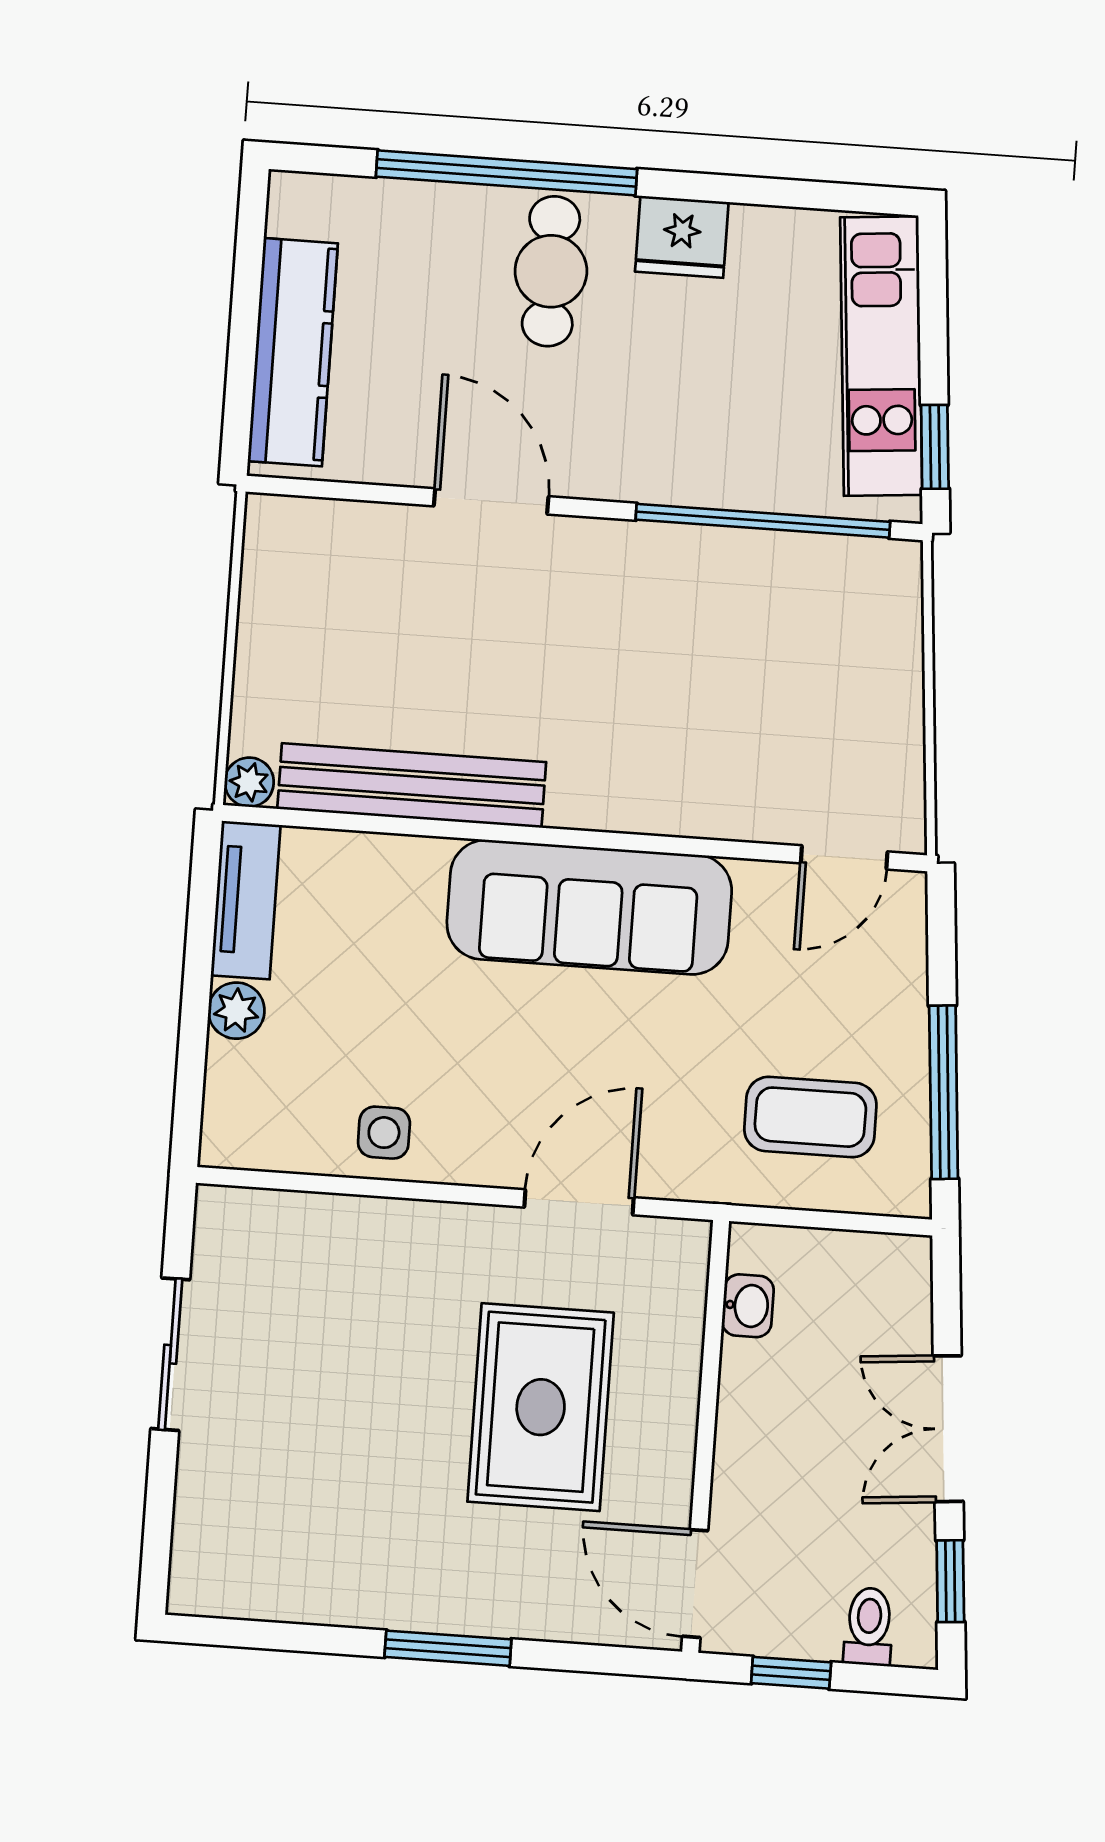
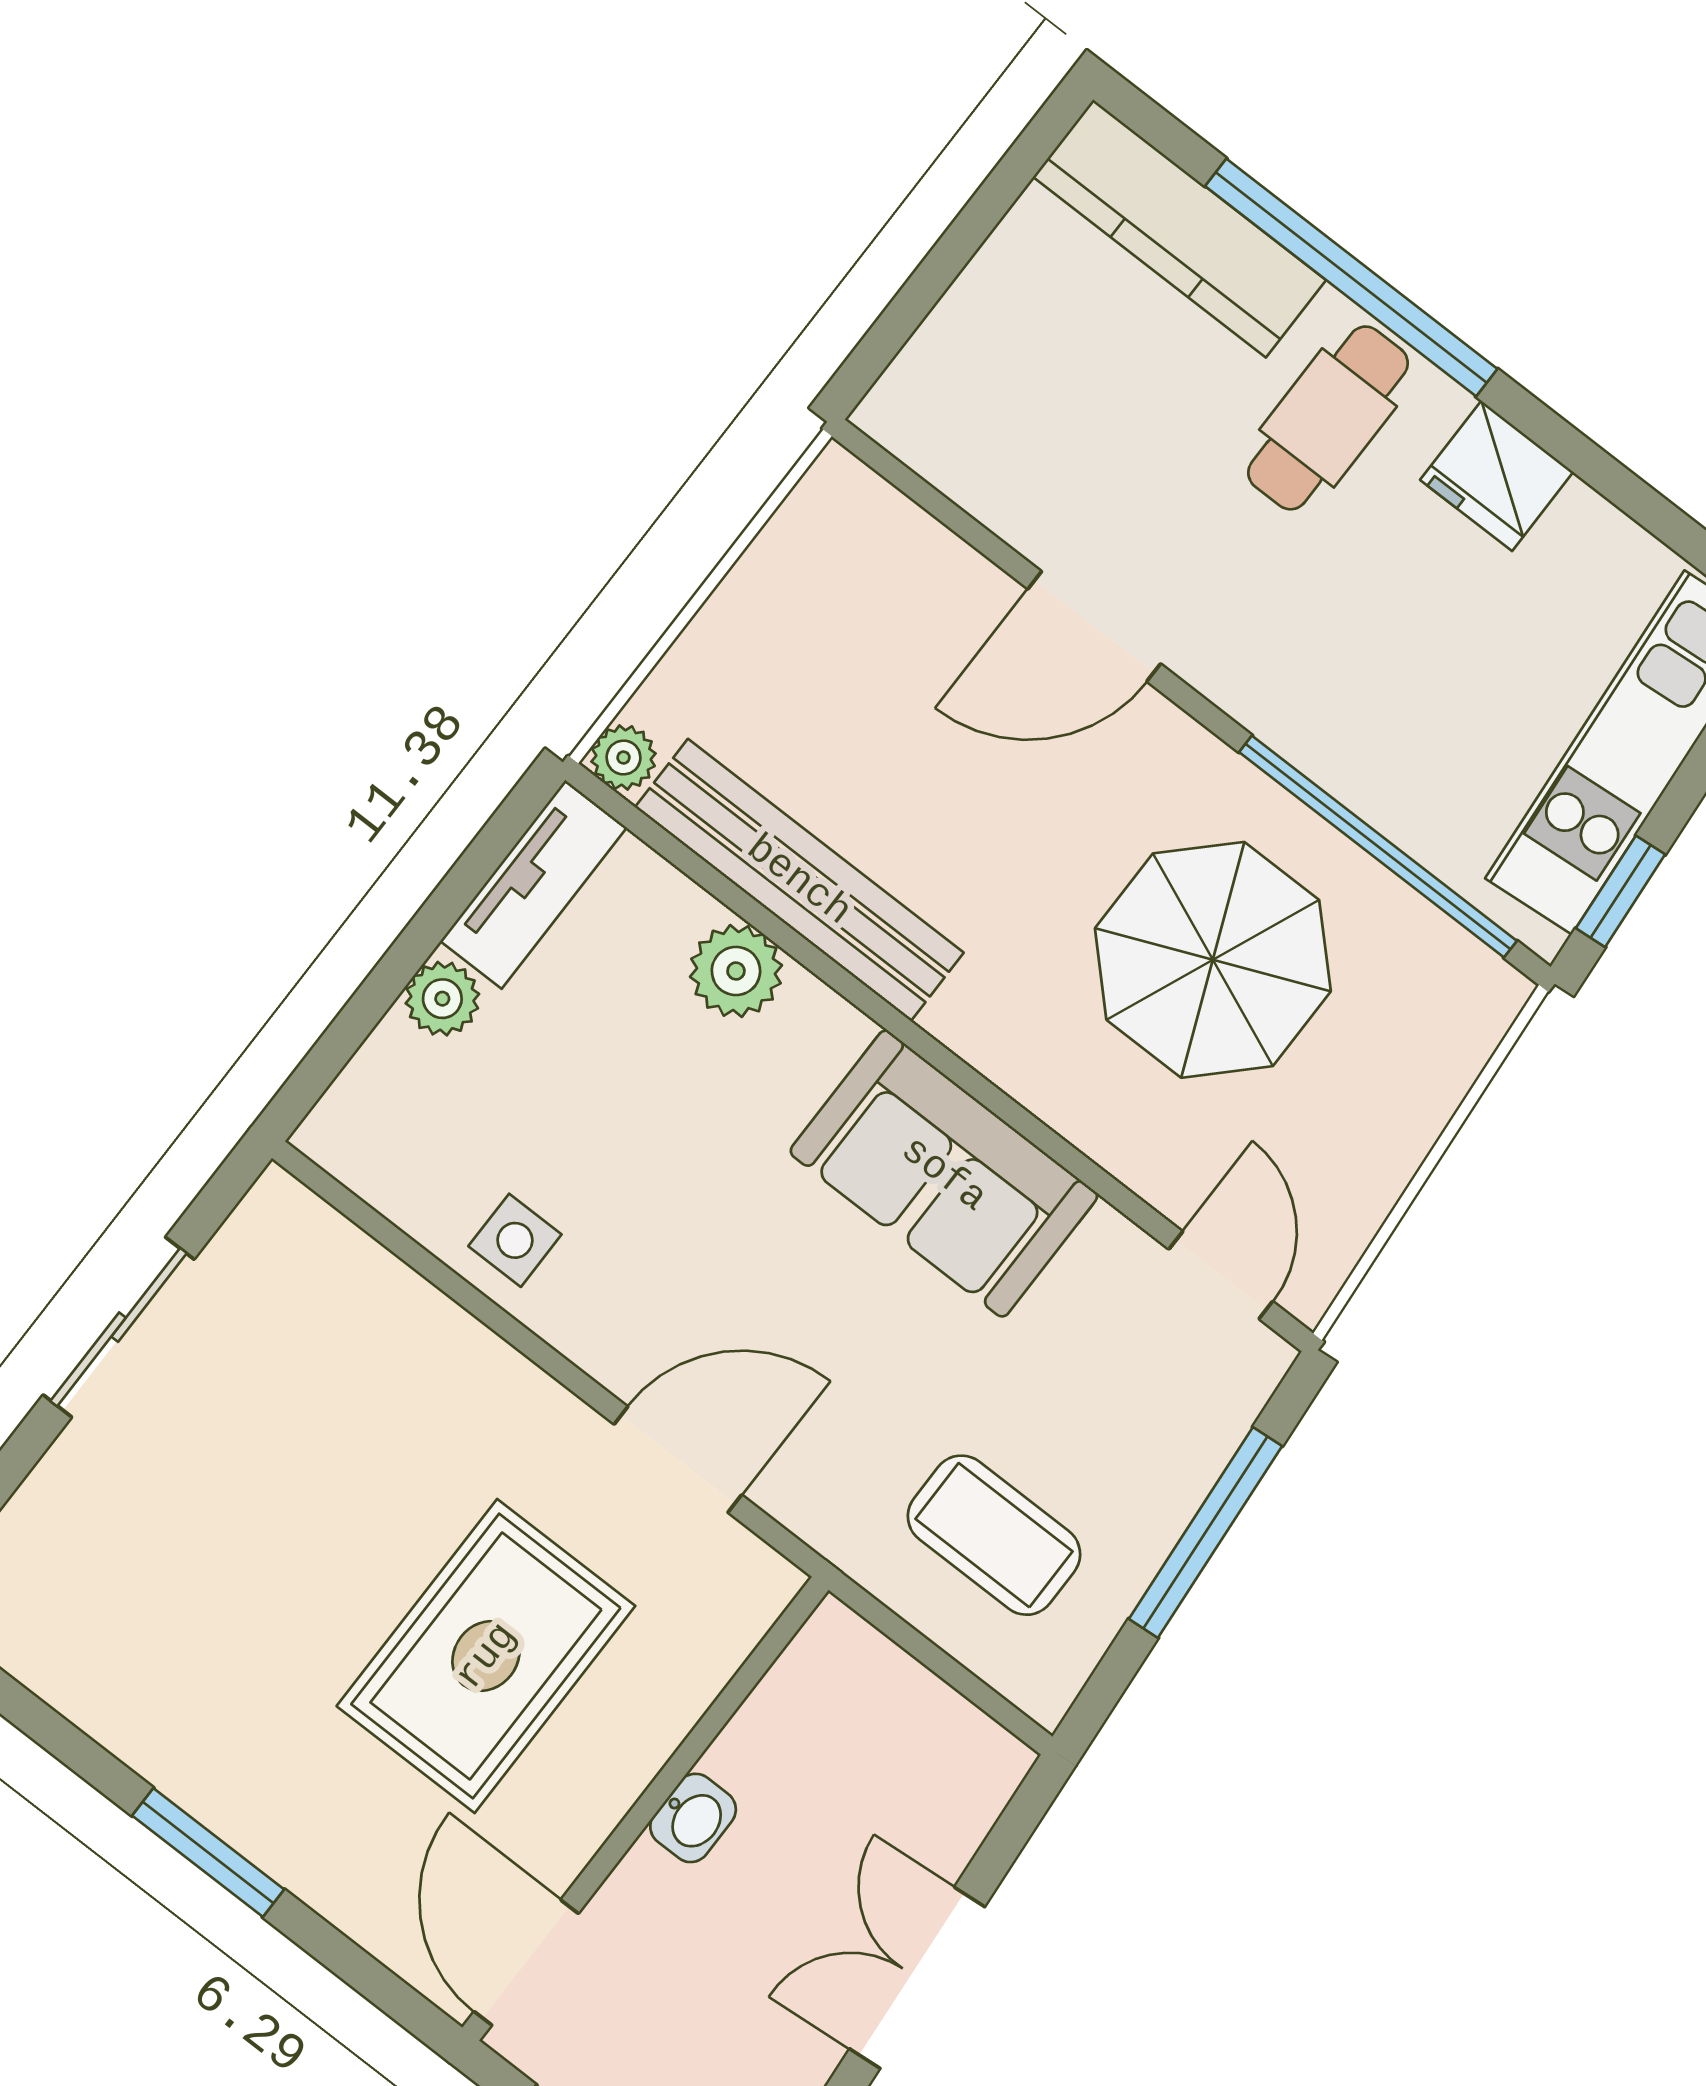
kitchen counter: (293, 352) -> (1179, 228), moved, turned 90
door: (491, 501) -> (1094, 626), swing flipped
parasol: (706, 662) -> (1213, 960), added
door: (844, 857) -> (1221, 1275), swing flipped
plant: (410, 870) -> (736, 971), added
sofa: (589, 907) -> (944, 1174), width x0.73
window: (944, 1092) -> (1205, 1533), moved
washbasin: (748, 1306) -> (693, 1818), moved

